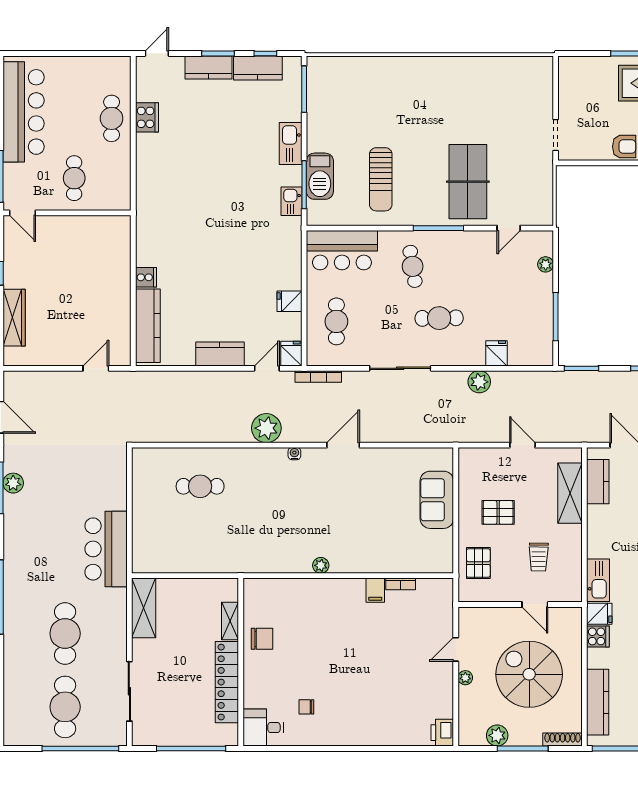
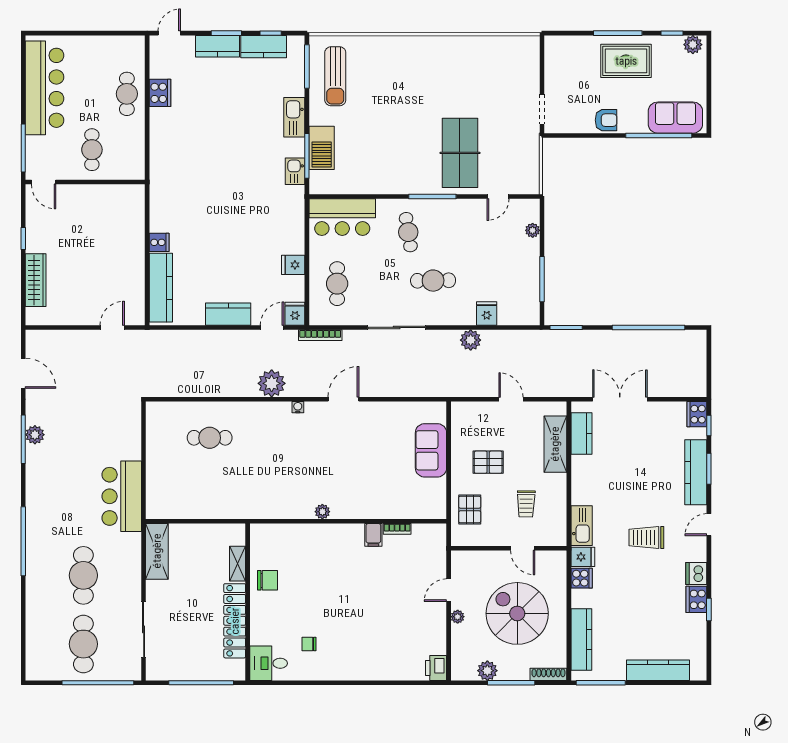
sun lounger: (381, 179) -> (335, 76), moved

